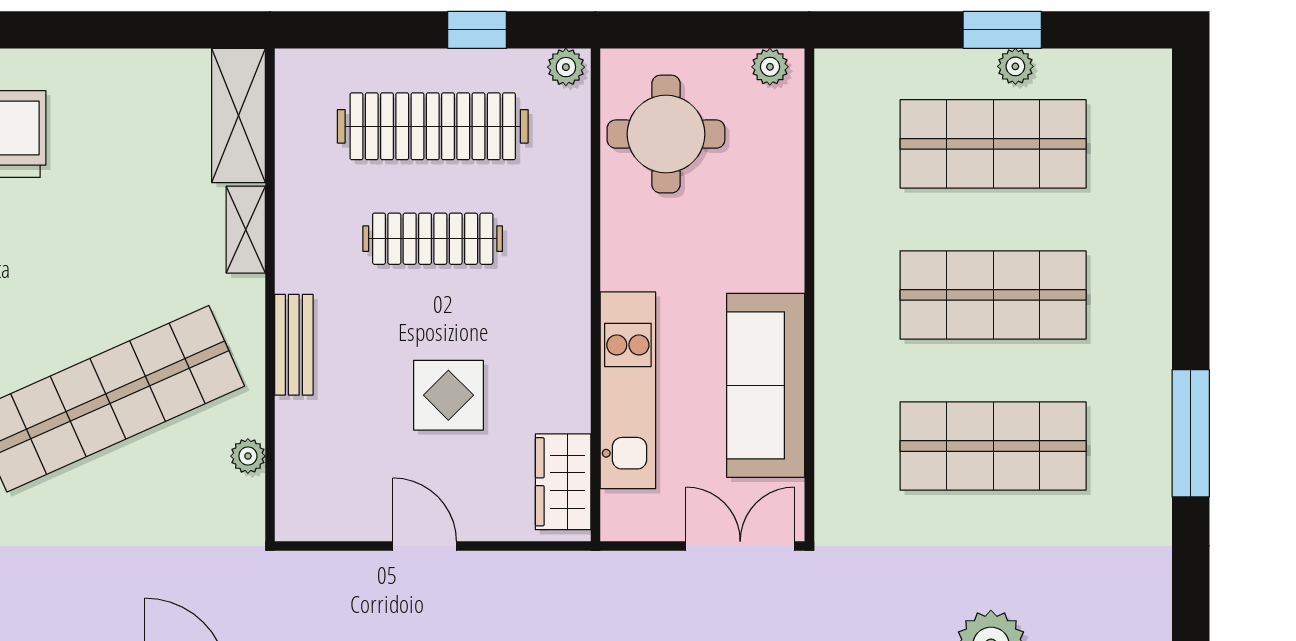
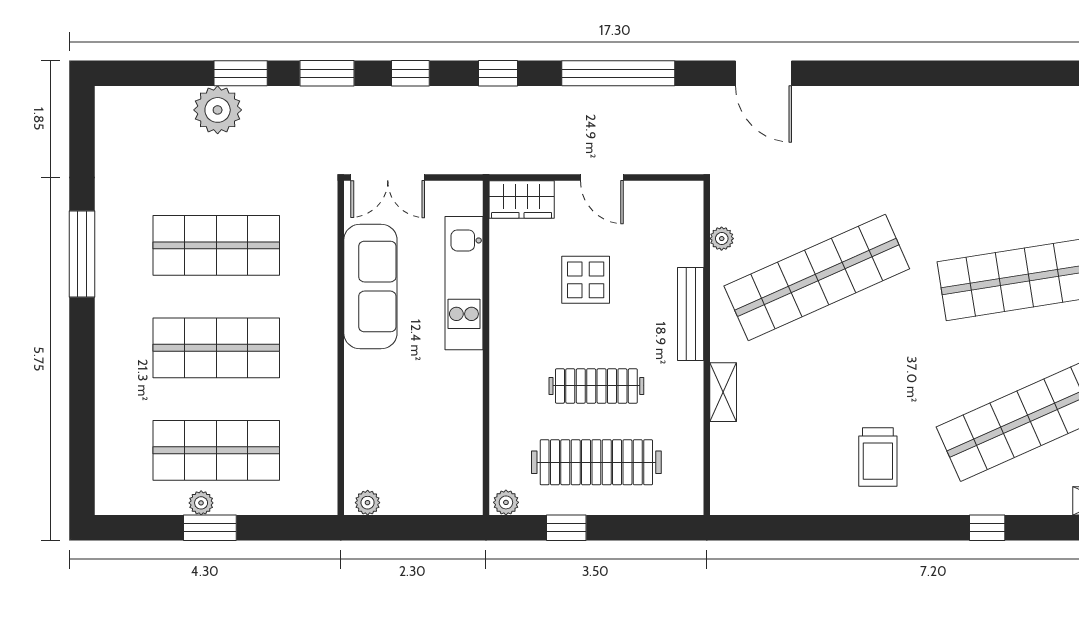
shelving: (238, 115) -> (728, 470), removed
round table: (666, 134) -> (438, 457), removed
bench: (294, 345) -> (691, 314), width x1.36
wardrobe: (563, 482) -> (522, 199), moved, turned 90

